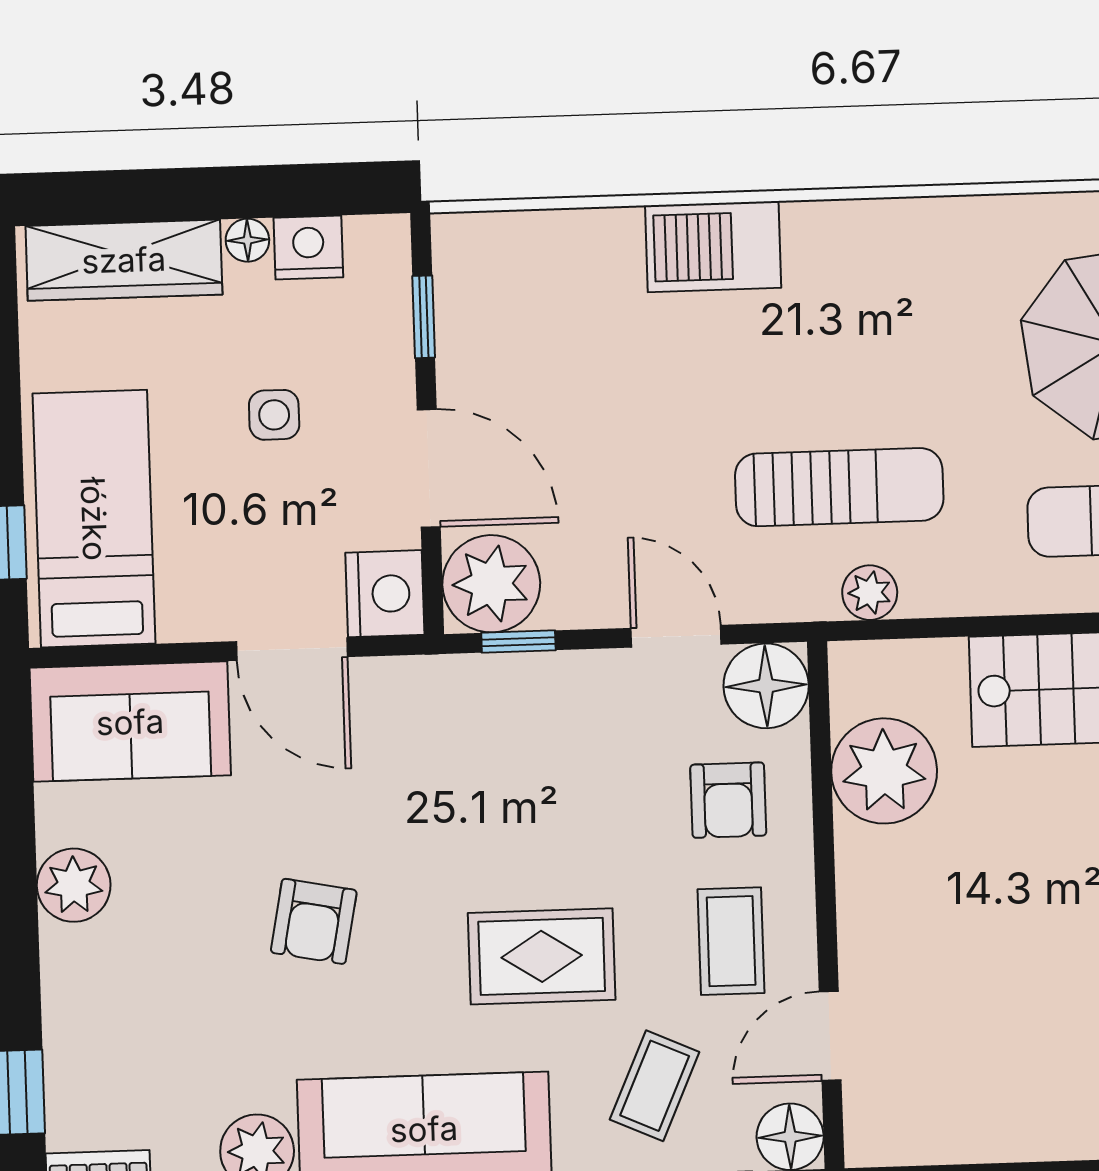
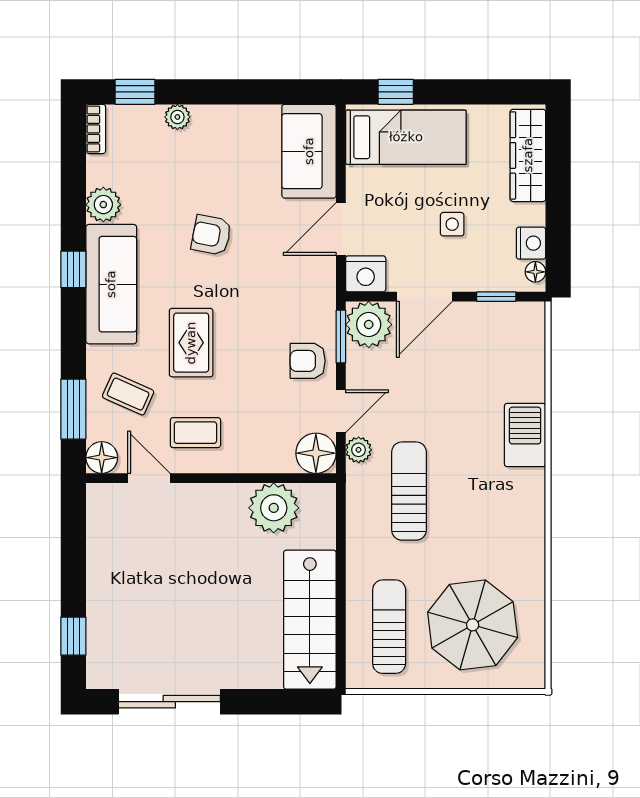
floor lamp: (247, 240) -> (535, 272), moved
sun lounger: (839, 487) -> (409, 491), turned 180
plant: (870, 593) -> (359, 450), moved
window: (518, 642) -> (341, 337), width x1.50
armchair: (728, 800) -> (308, 361), moved
plant: (74, 885) -> (177, 117), moved, width x0.73, depth x0.73

